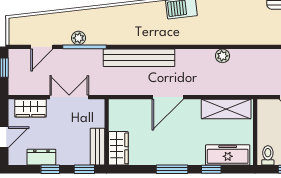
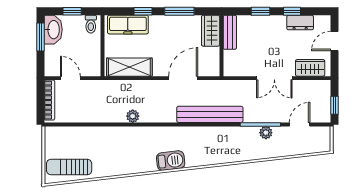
wall: (107, 132) -> (221, 46), moved
bench: (97, 147) -> (230, 32), moved
wardrobe: (118, 148) -> (211, 31), moved

